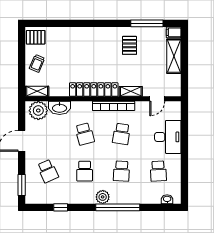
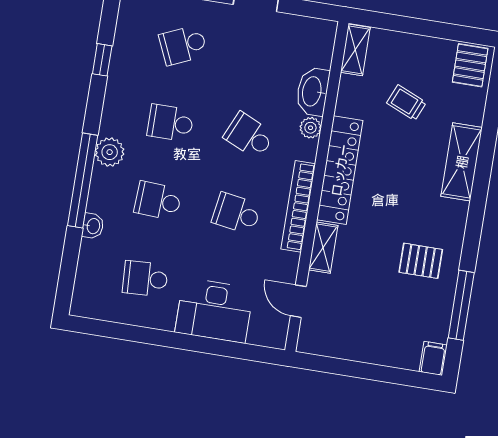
shelving: (174, 56) -> (462, 162), moved, turned 90
trolley: (37, 63) -> (406, 103), moved
plant: (38, 111) -> (310, 128), moved, width x0.53, depth x0.53
school desk: (85, 134) -> (249, 136), turned 39
washbasin: (167, 199) -> (93, 226), moved

